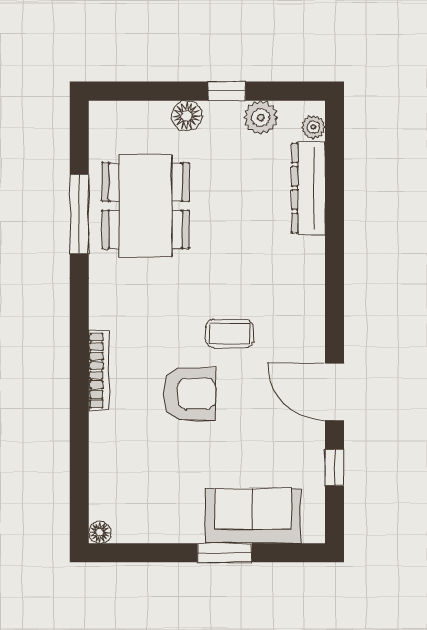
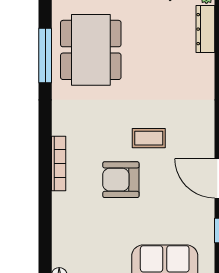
dresser: (308, 188) -> (205, 29), width x0.73, depth x0.80
armchair: (189, 394) -> (121, 180), turned 180

